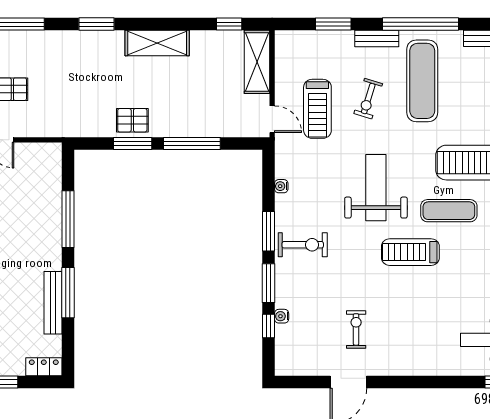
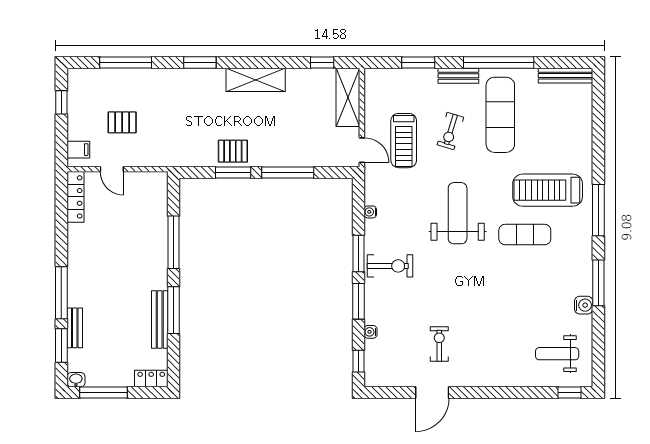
treadmill: (410, 252) -> (489, 273), removed
window: (268, 326) -> (358, 361), moved

